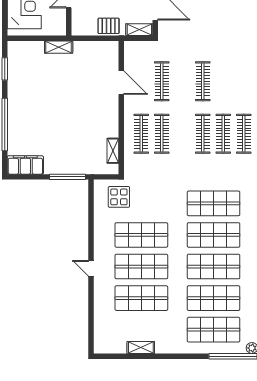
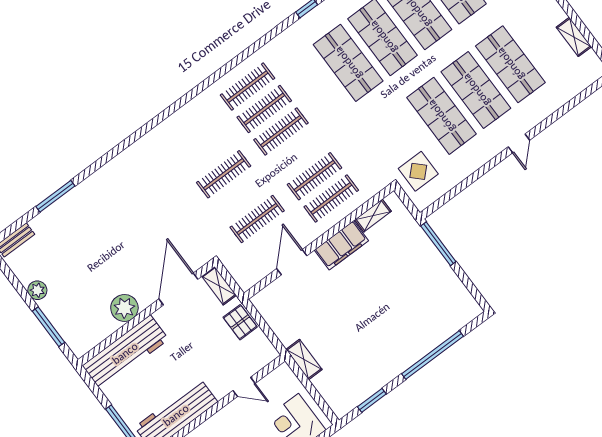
filing cabinet: (25, 165) -> (341, 245), moved, turned -90
shelving: (141, 347) -> (574, 37), moved

